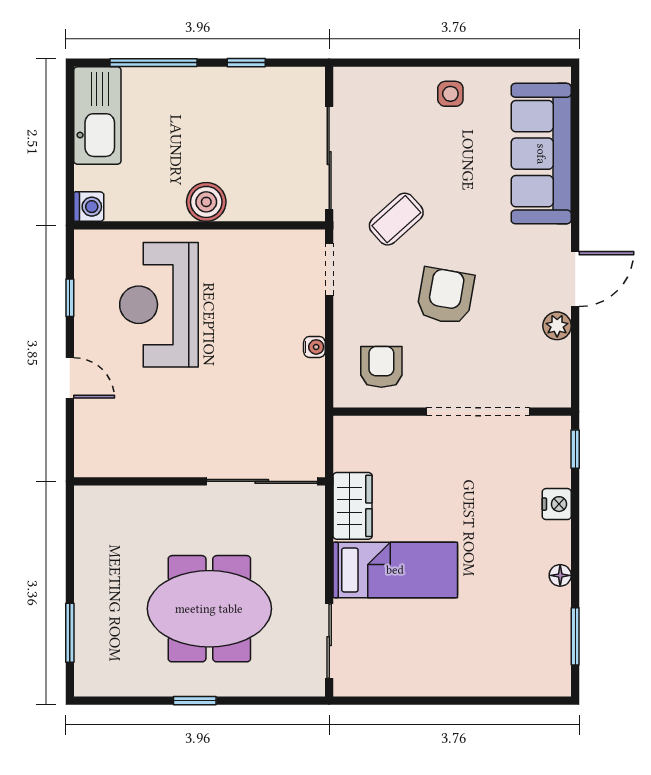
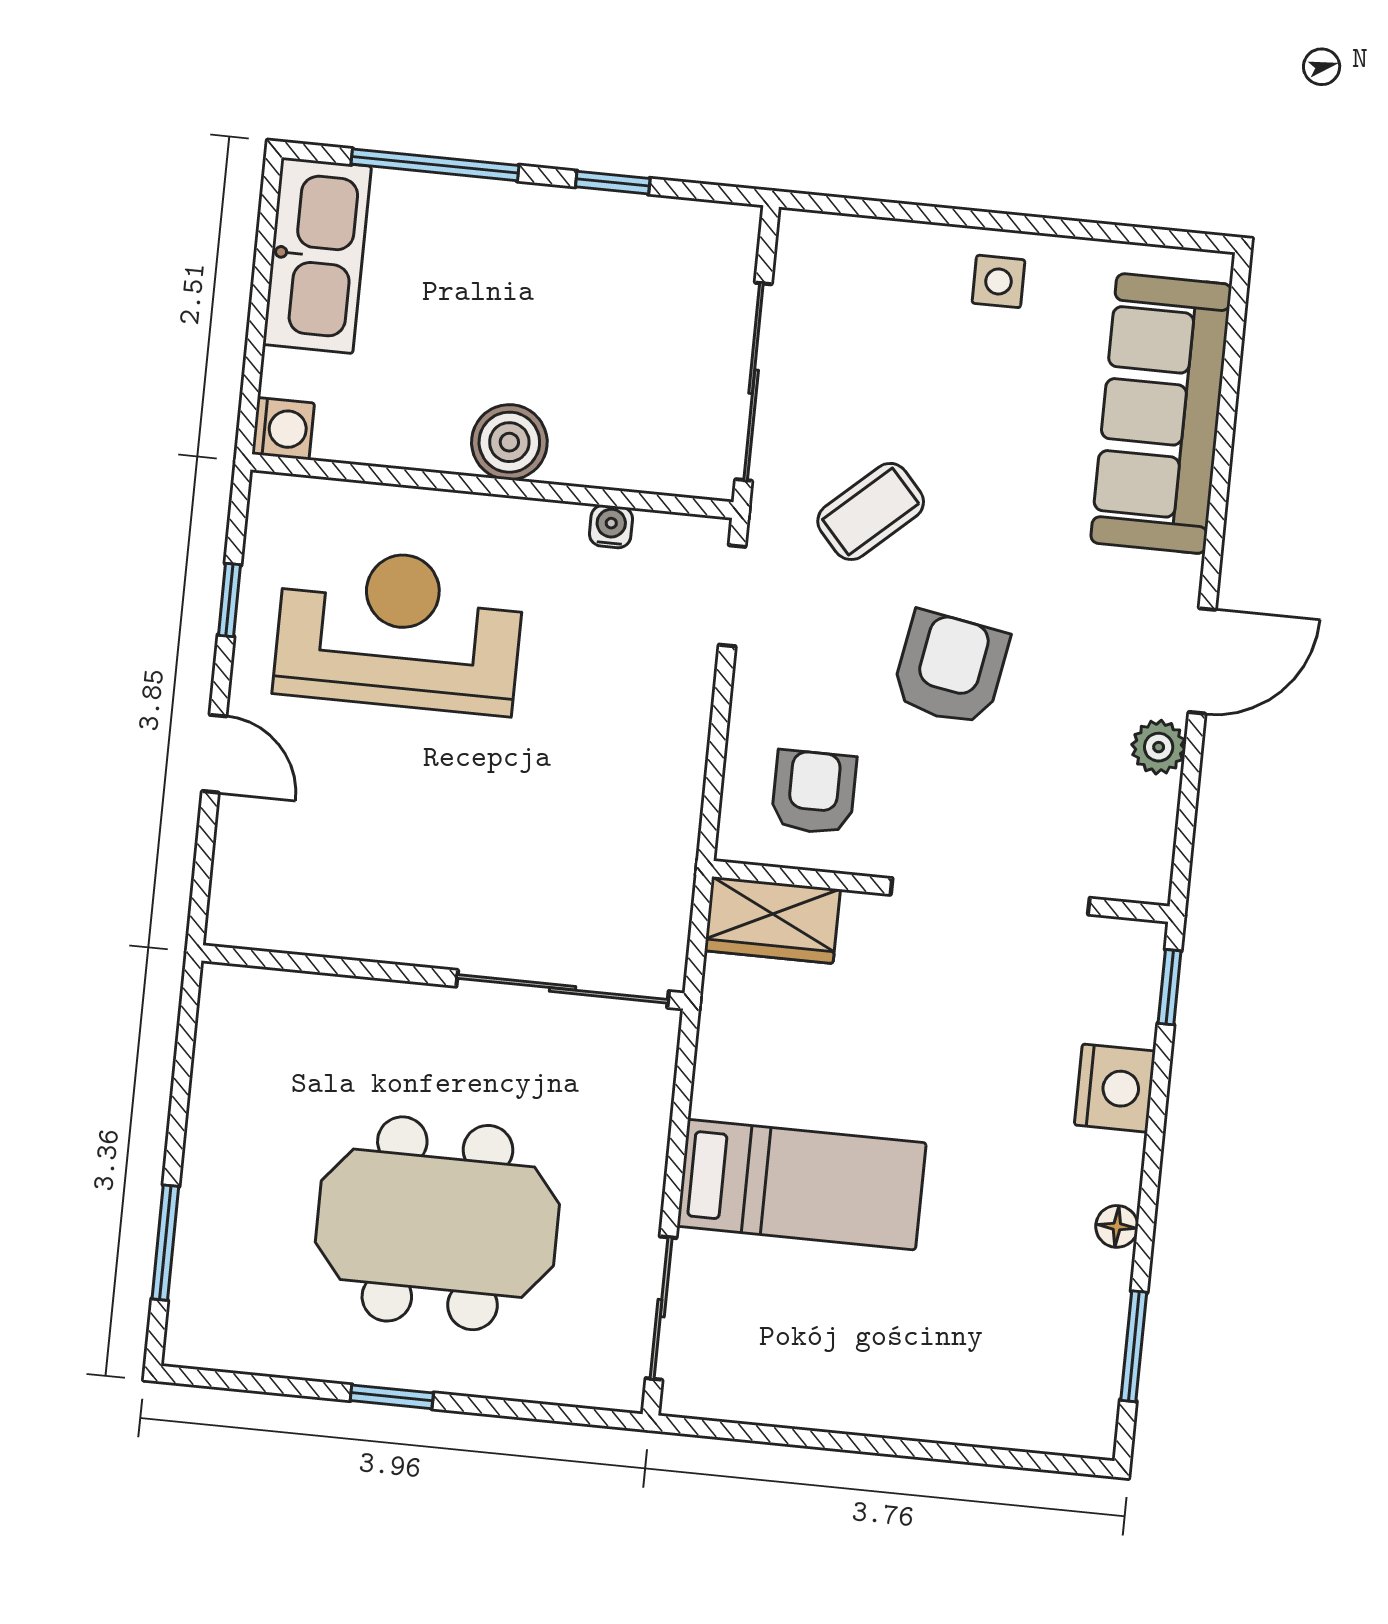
reception desk: (159, 305) -> (399, 630), turned 90
water cooler: (314, 347) -> (611, 526), moved, turned -90
nightstand: (557, 504) -> (1115, 1088), width x1.36, depth x1.33
wardrobe: (353, 506) -> (772, 920), moved, turned 90

